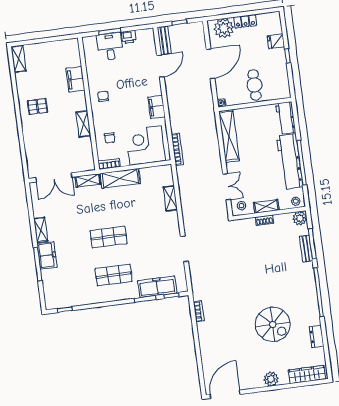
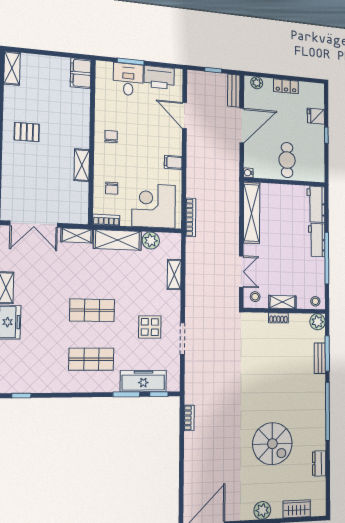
plant: (224, 28) -> (257, 83), width x0.53, depth x0.53
printer: (129, 37) -> (159, 77), width x1.87, depth x1.48
bench: (164, 40) -> (234, 91), moved
door: (160, 66) -> (184, 115), swing flipped
filing cabinet: (75, 79) -> (81, 73), moved
filing cabinet: (156, 107) -> (173, 162), width x0.50
workbench: (290, 161) -> (317, 240), width x0.53, depth x0.76
plant: (147, 174) -> (151, 241), added
display table: (156, 243) -> (150, 327), added
wardrobe: (307, 375) -> (297, 509), width x0.67

